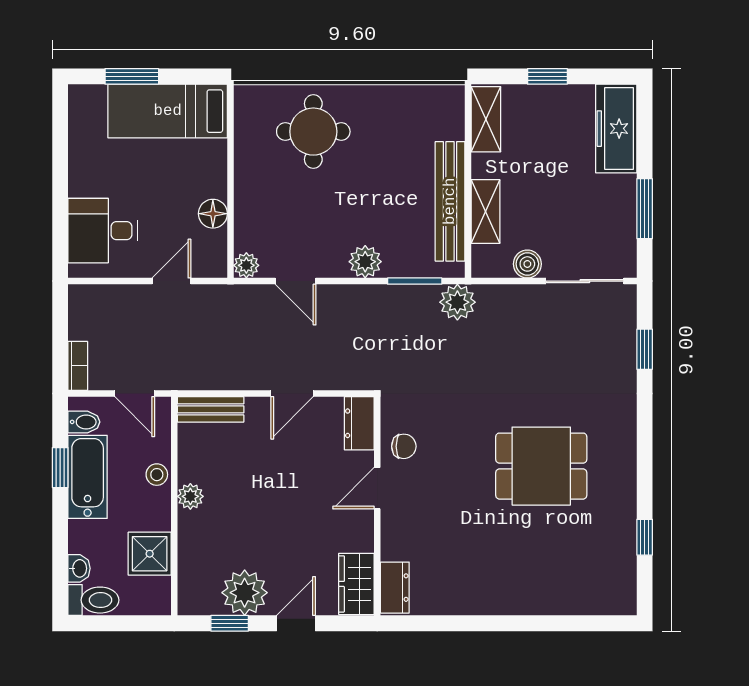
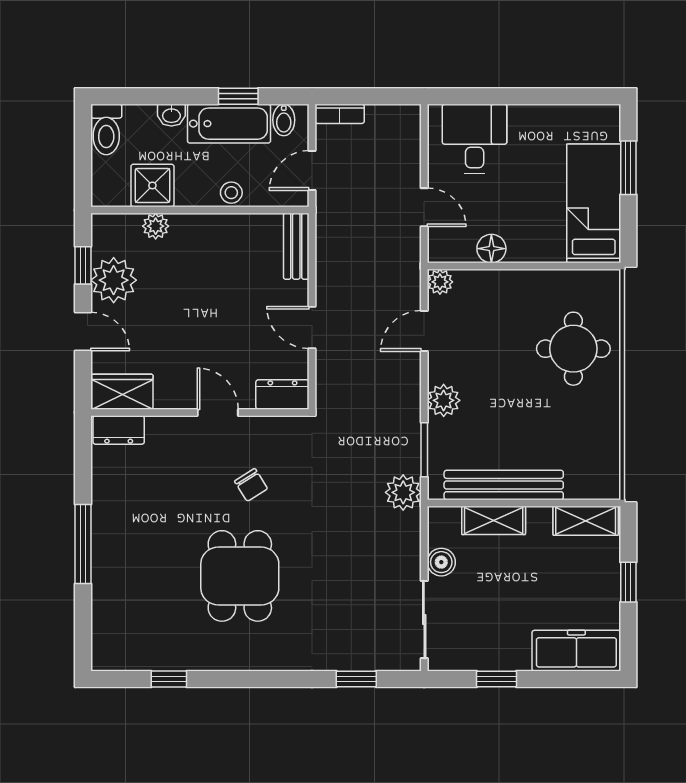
window: (645, 209) -> (496, 679), width x0.67
chair: (404, 446) -> (251, 485), moved, turned -32
plant: (190, 496) -> (156, 226), moved
washbasin: (79, 568) -> (171, 115), moved
window: (509, 623) -> (83, 544), added

